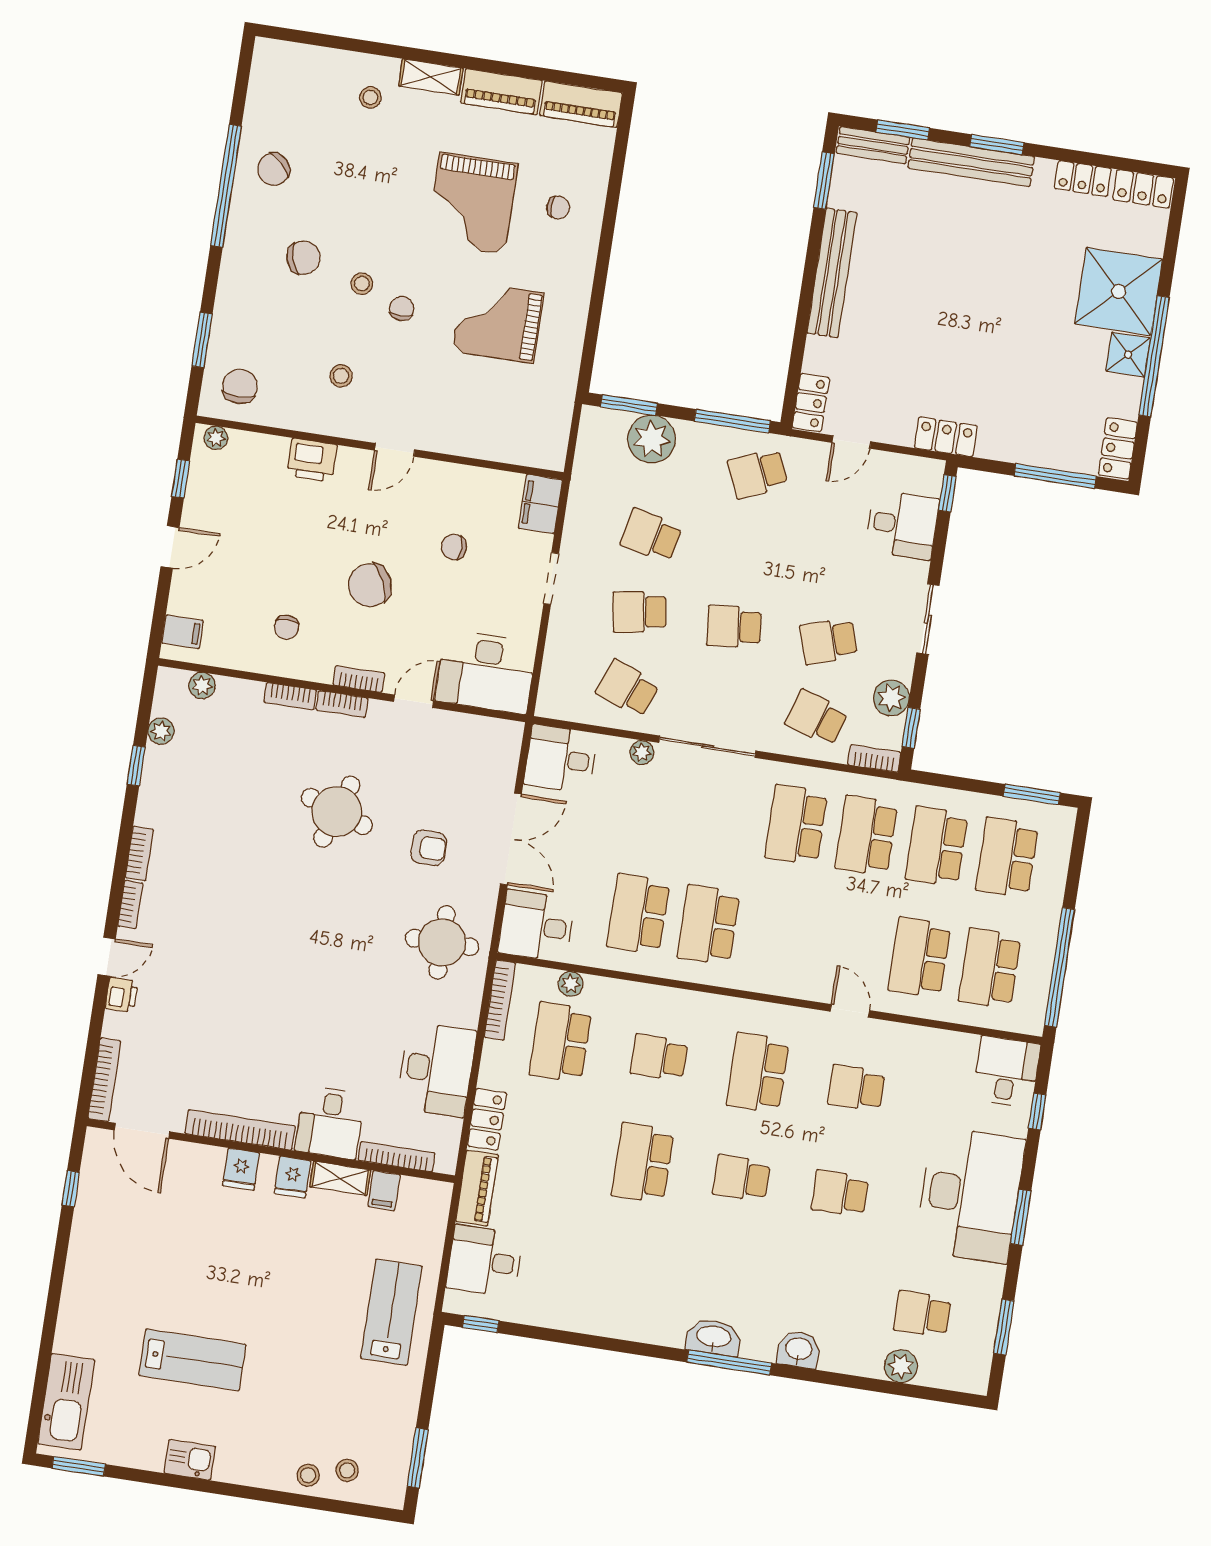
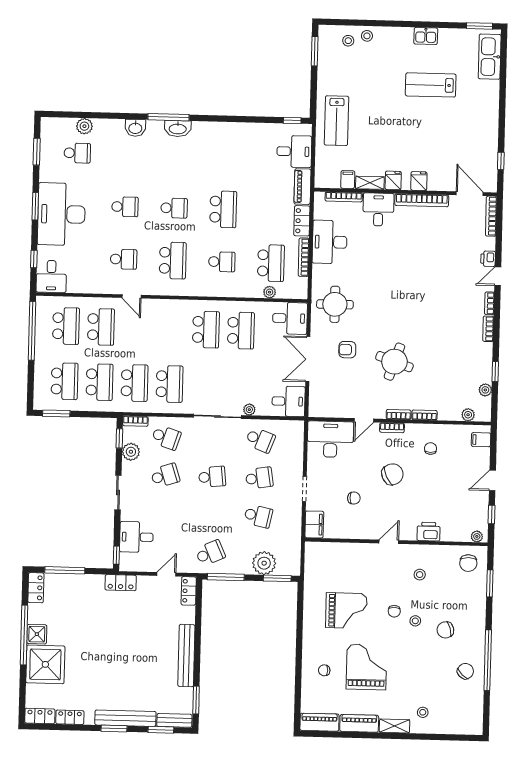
bookcase: (500, 1000) -> (304, 257), moved

